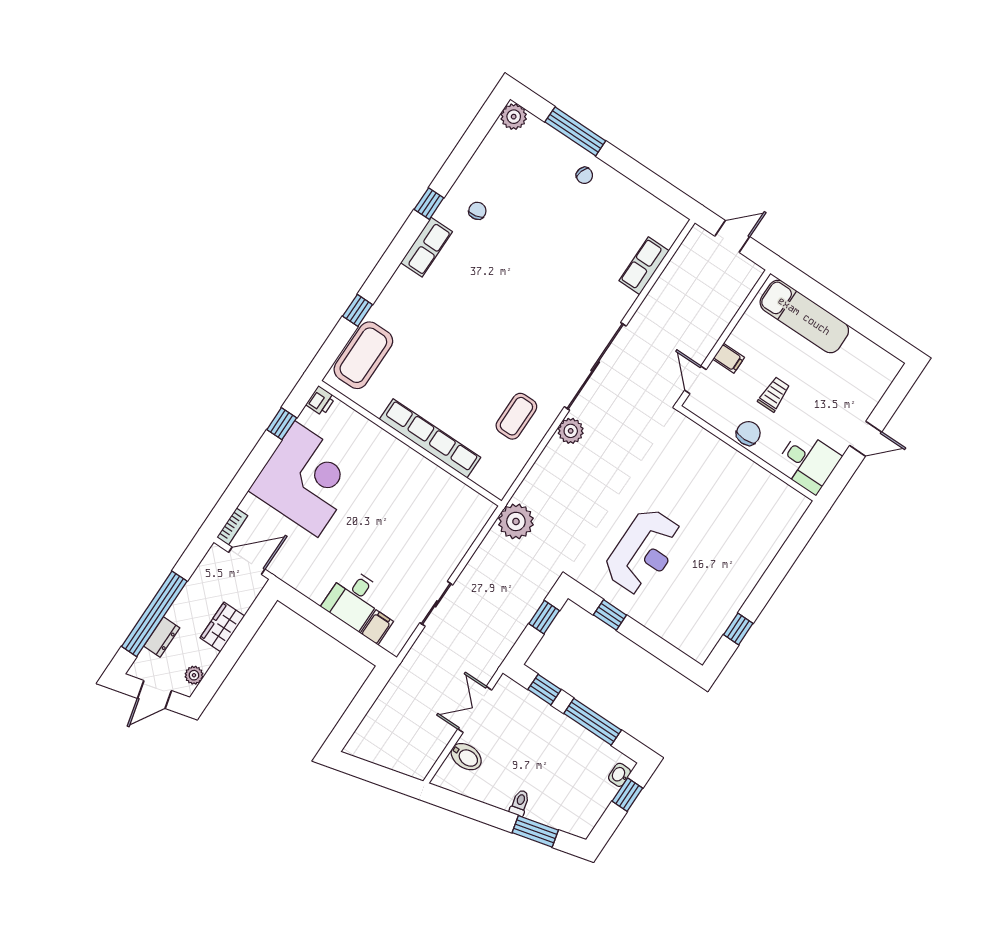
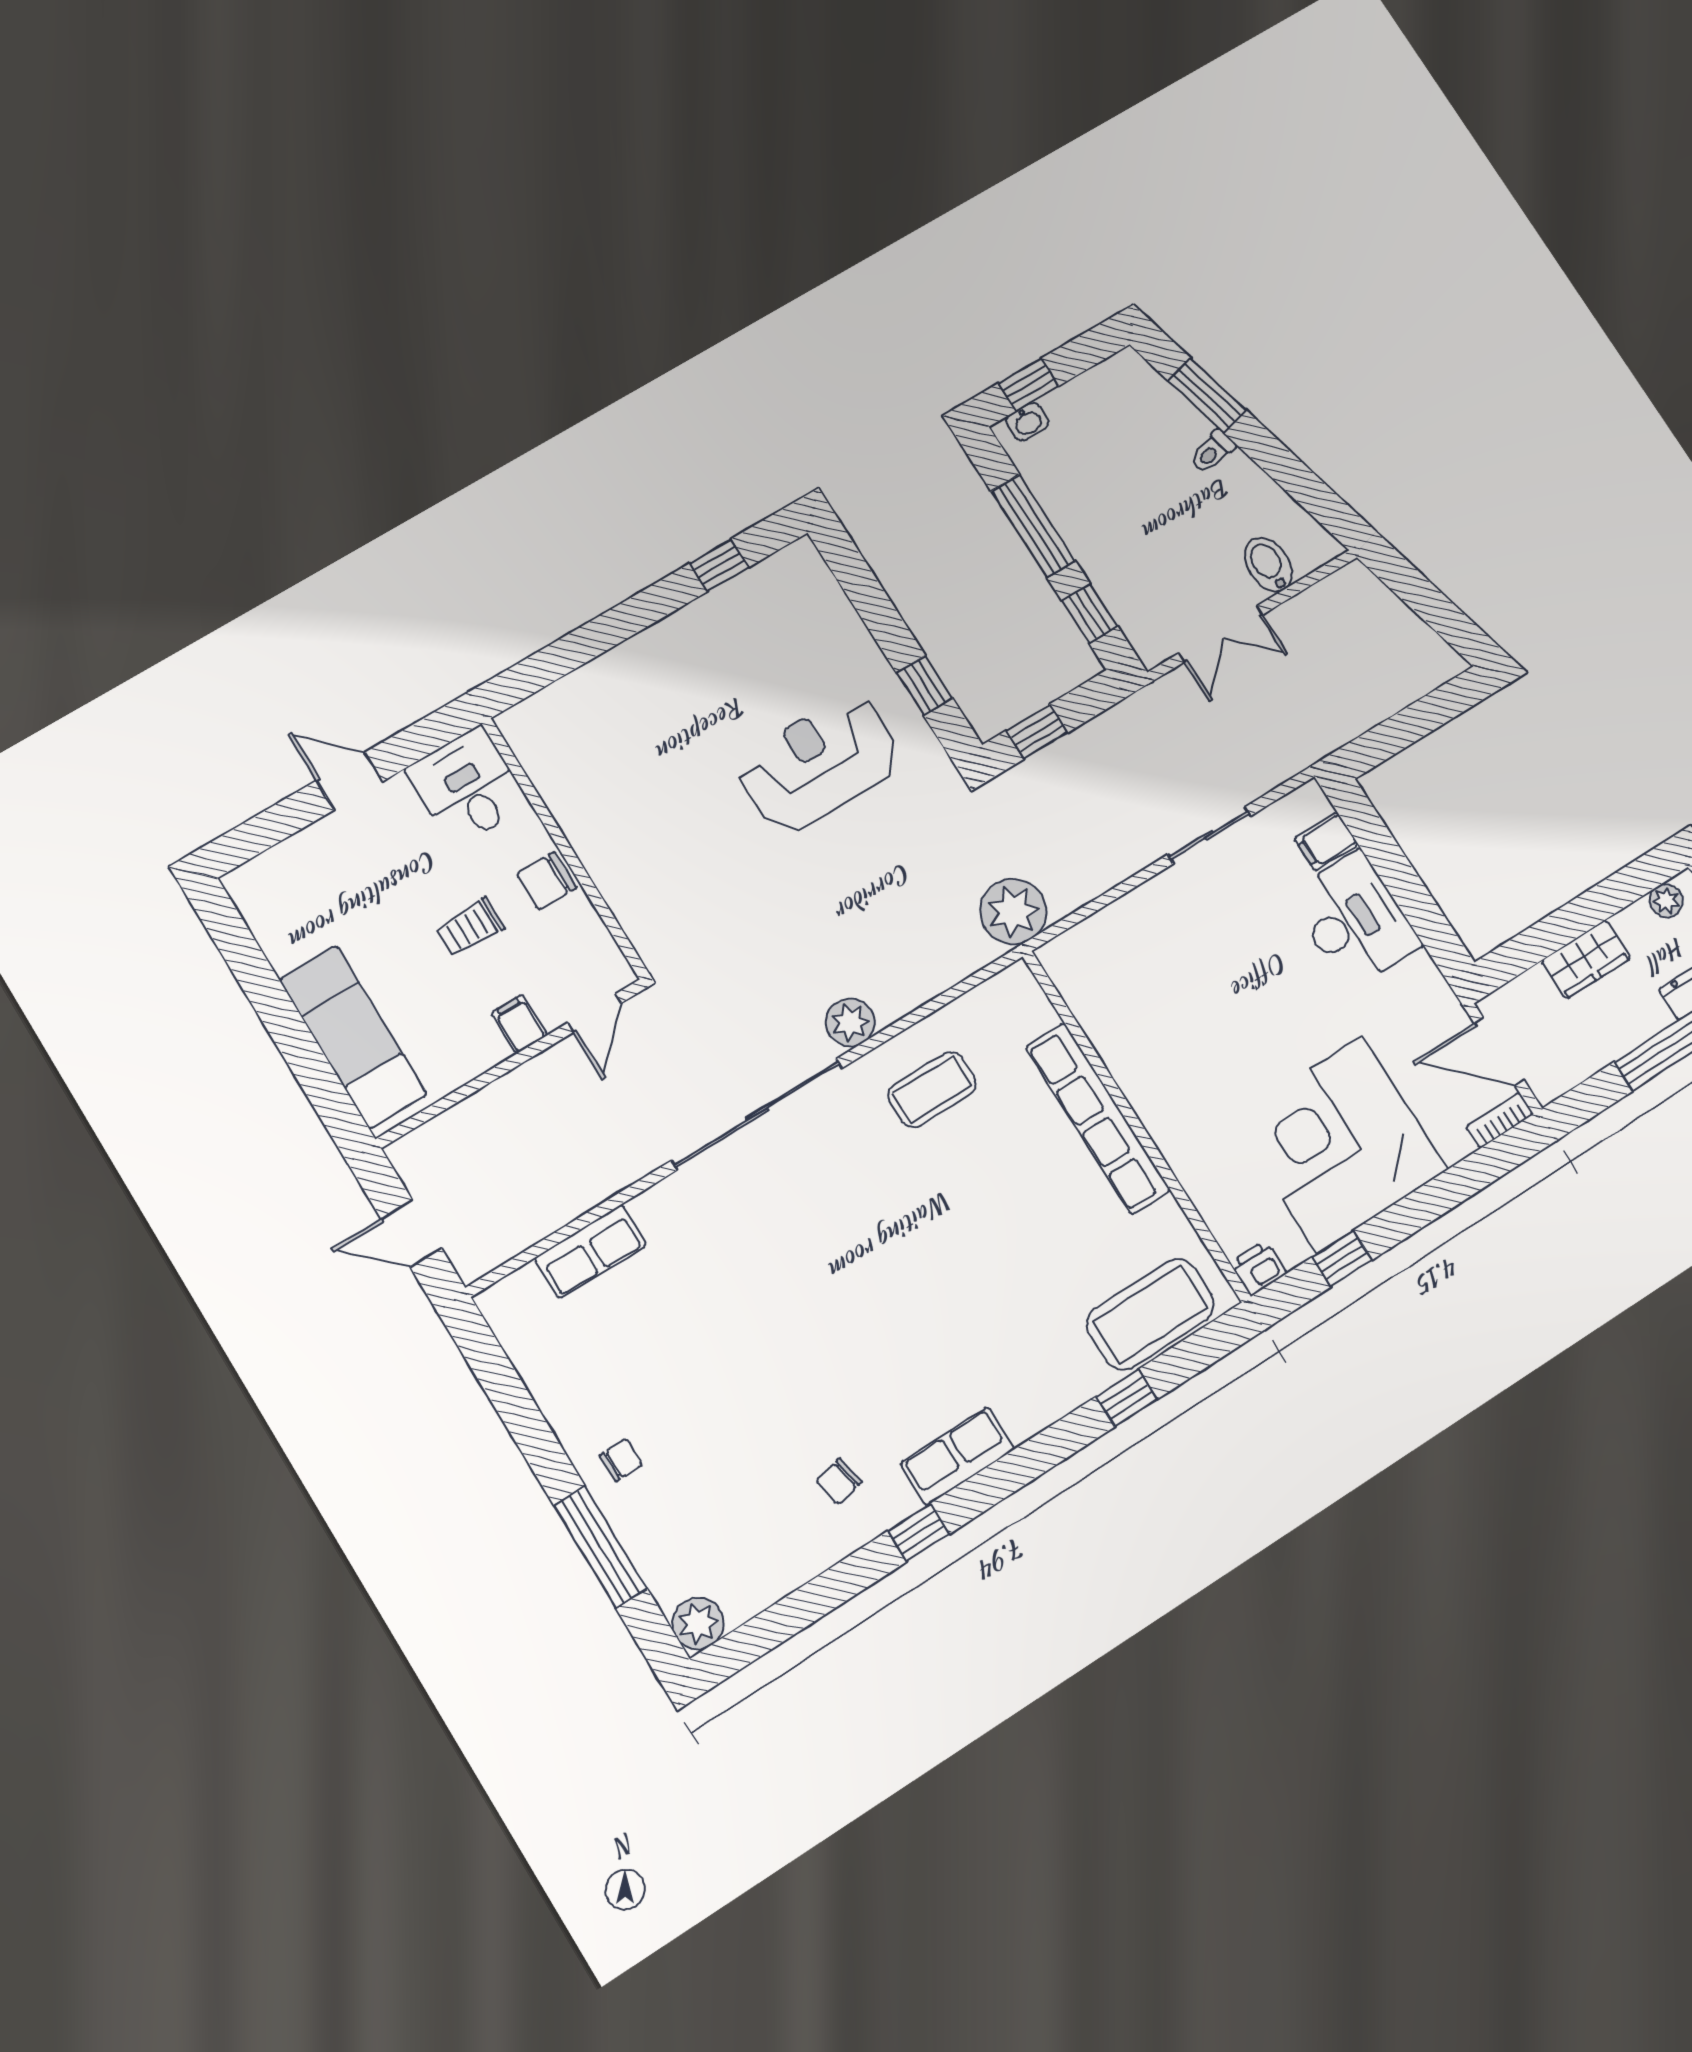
chair: (584, 175) -> (621, 1460), turned 72
desk: (353, 599) -> (1354, 920), width x1.37

